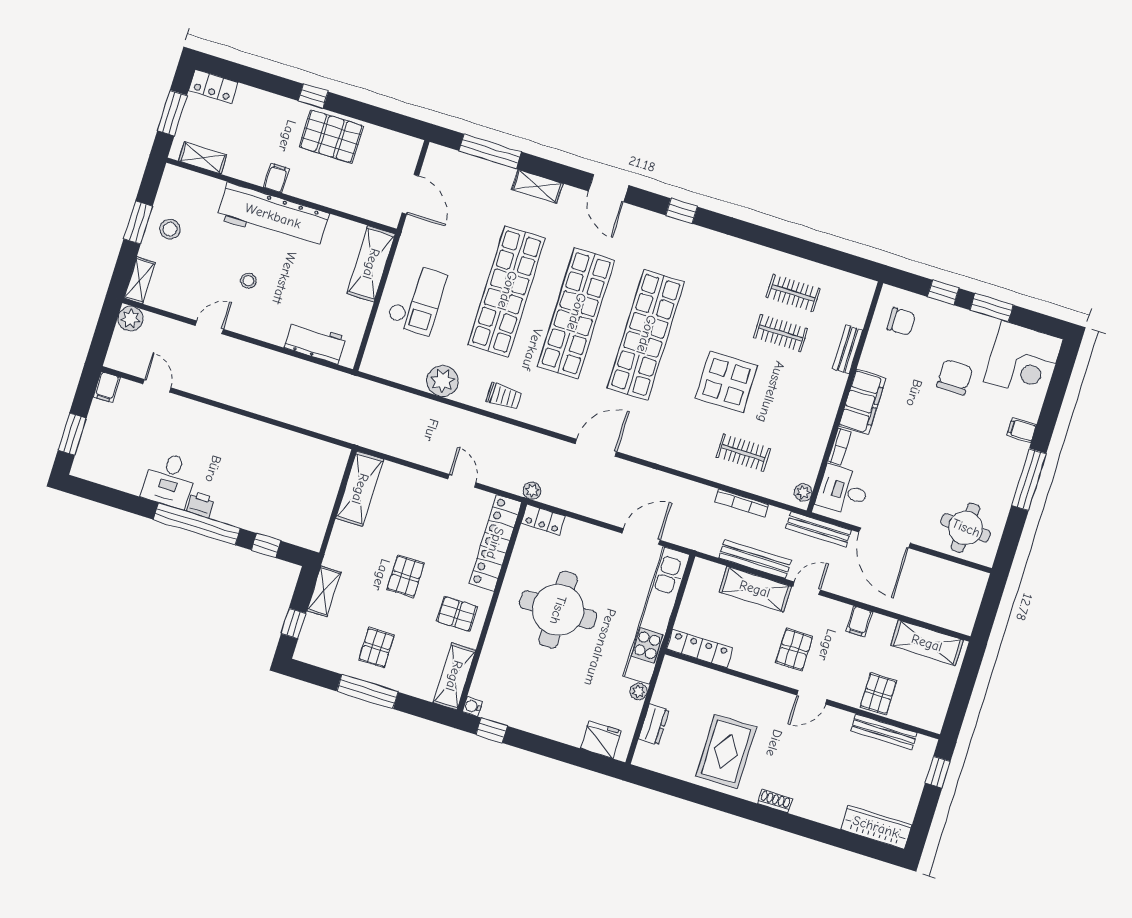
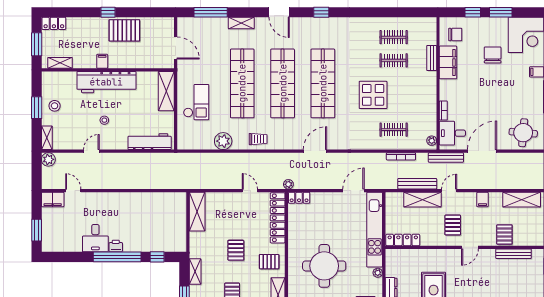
workbench: (315, 342) -> (150, 142), width x1.38
filing cabinet: (107, 387) -> (53, 200), width x2.00
filing cabinet: (862, 402) -> (448, 62), moved
door: (885, 538) -> (482, 151), swing flipped
round table: (558, 610) -> (324, 266), moved

